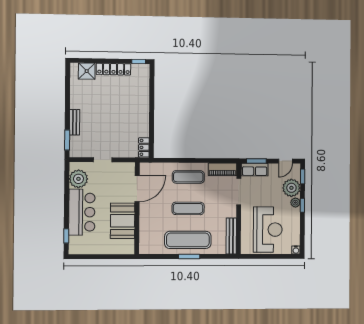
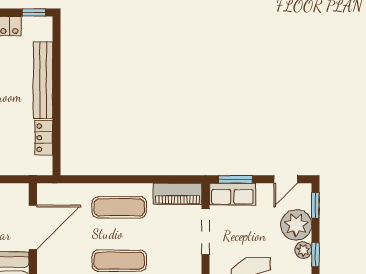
bench: (144, 101) -> (43, 80), added
locker: (144, 147) -> (44, 138), moved

